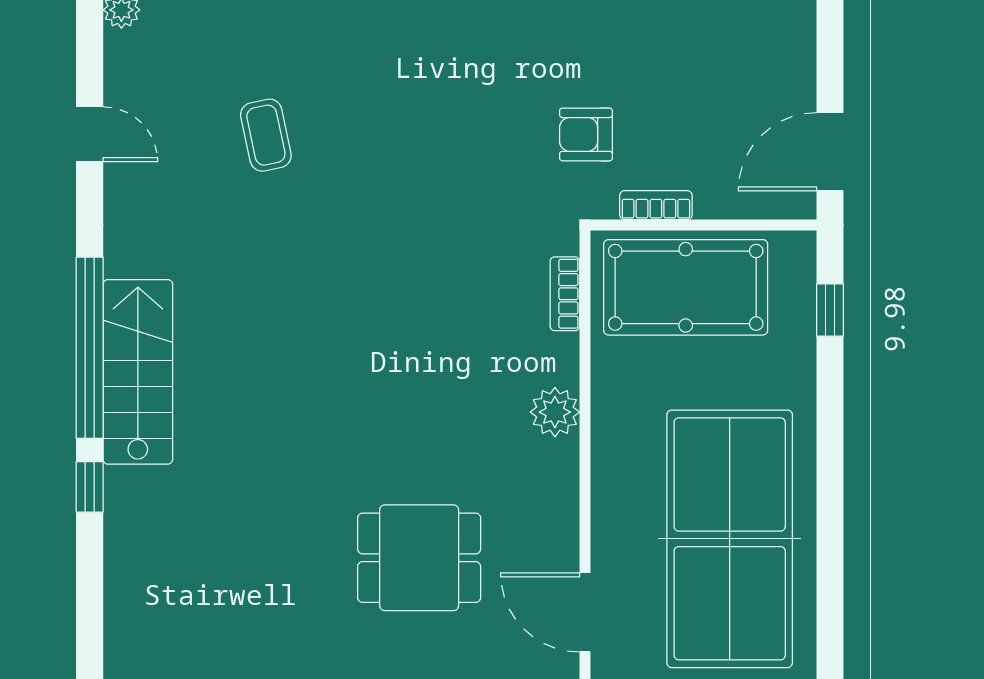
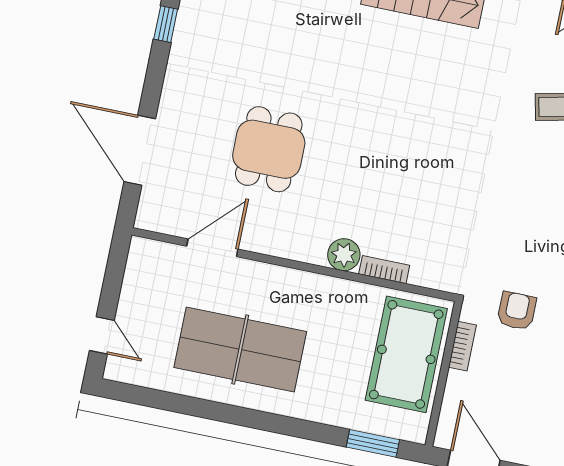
bookcase: (565, 294) -> (384, 270), moved
window: (830, 310) -> (373, 443), width x1.50
table tennis table: (730, 539) -> (240, 349), width x0.73, depth x0.76

